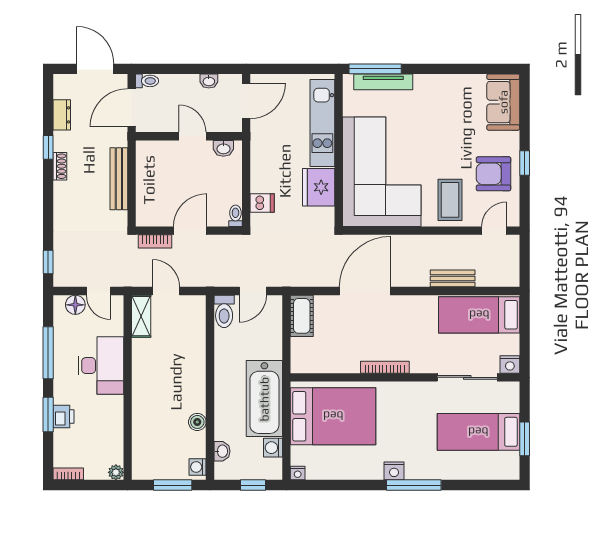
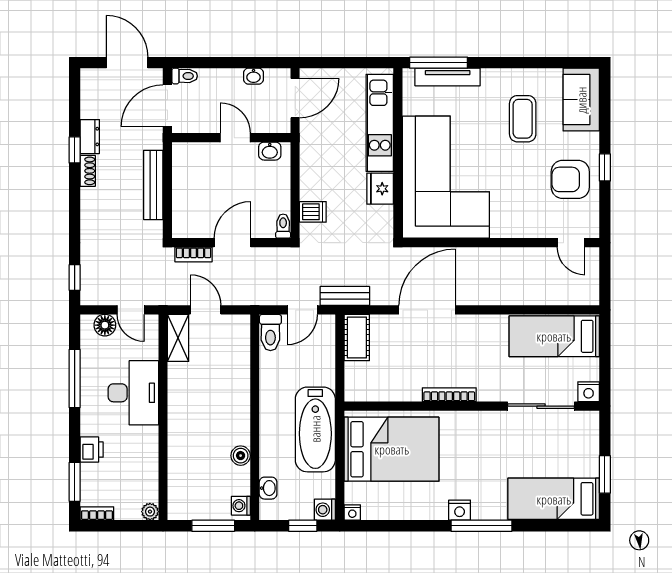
dresser: (62, 115) -> (90, 137), moved
fridge: (319, 187) -> (380, 189), width x0.73, depth x0.75
coffee table: (450, 200) -> (523, 119), moved
door: (494, 231) -> (571, 243), swing flipped
bench: (453, 278) -> (345, 296), moved
window: (48, 415) -> (75, 482), moved
bed: (478, 432) -> (554, 499), moved
washing machine: (273, 448) -> (325, 510), moved

